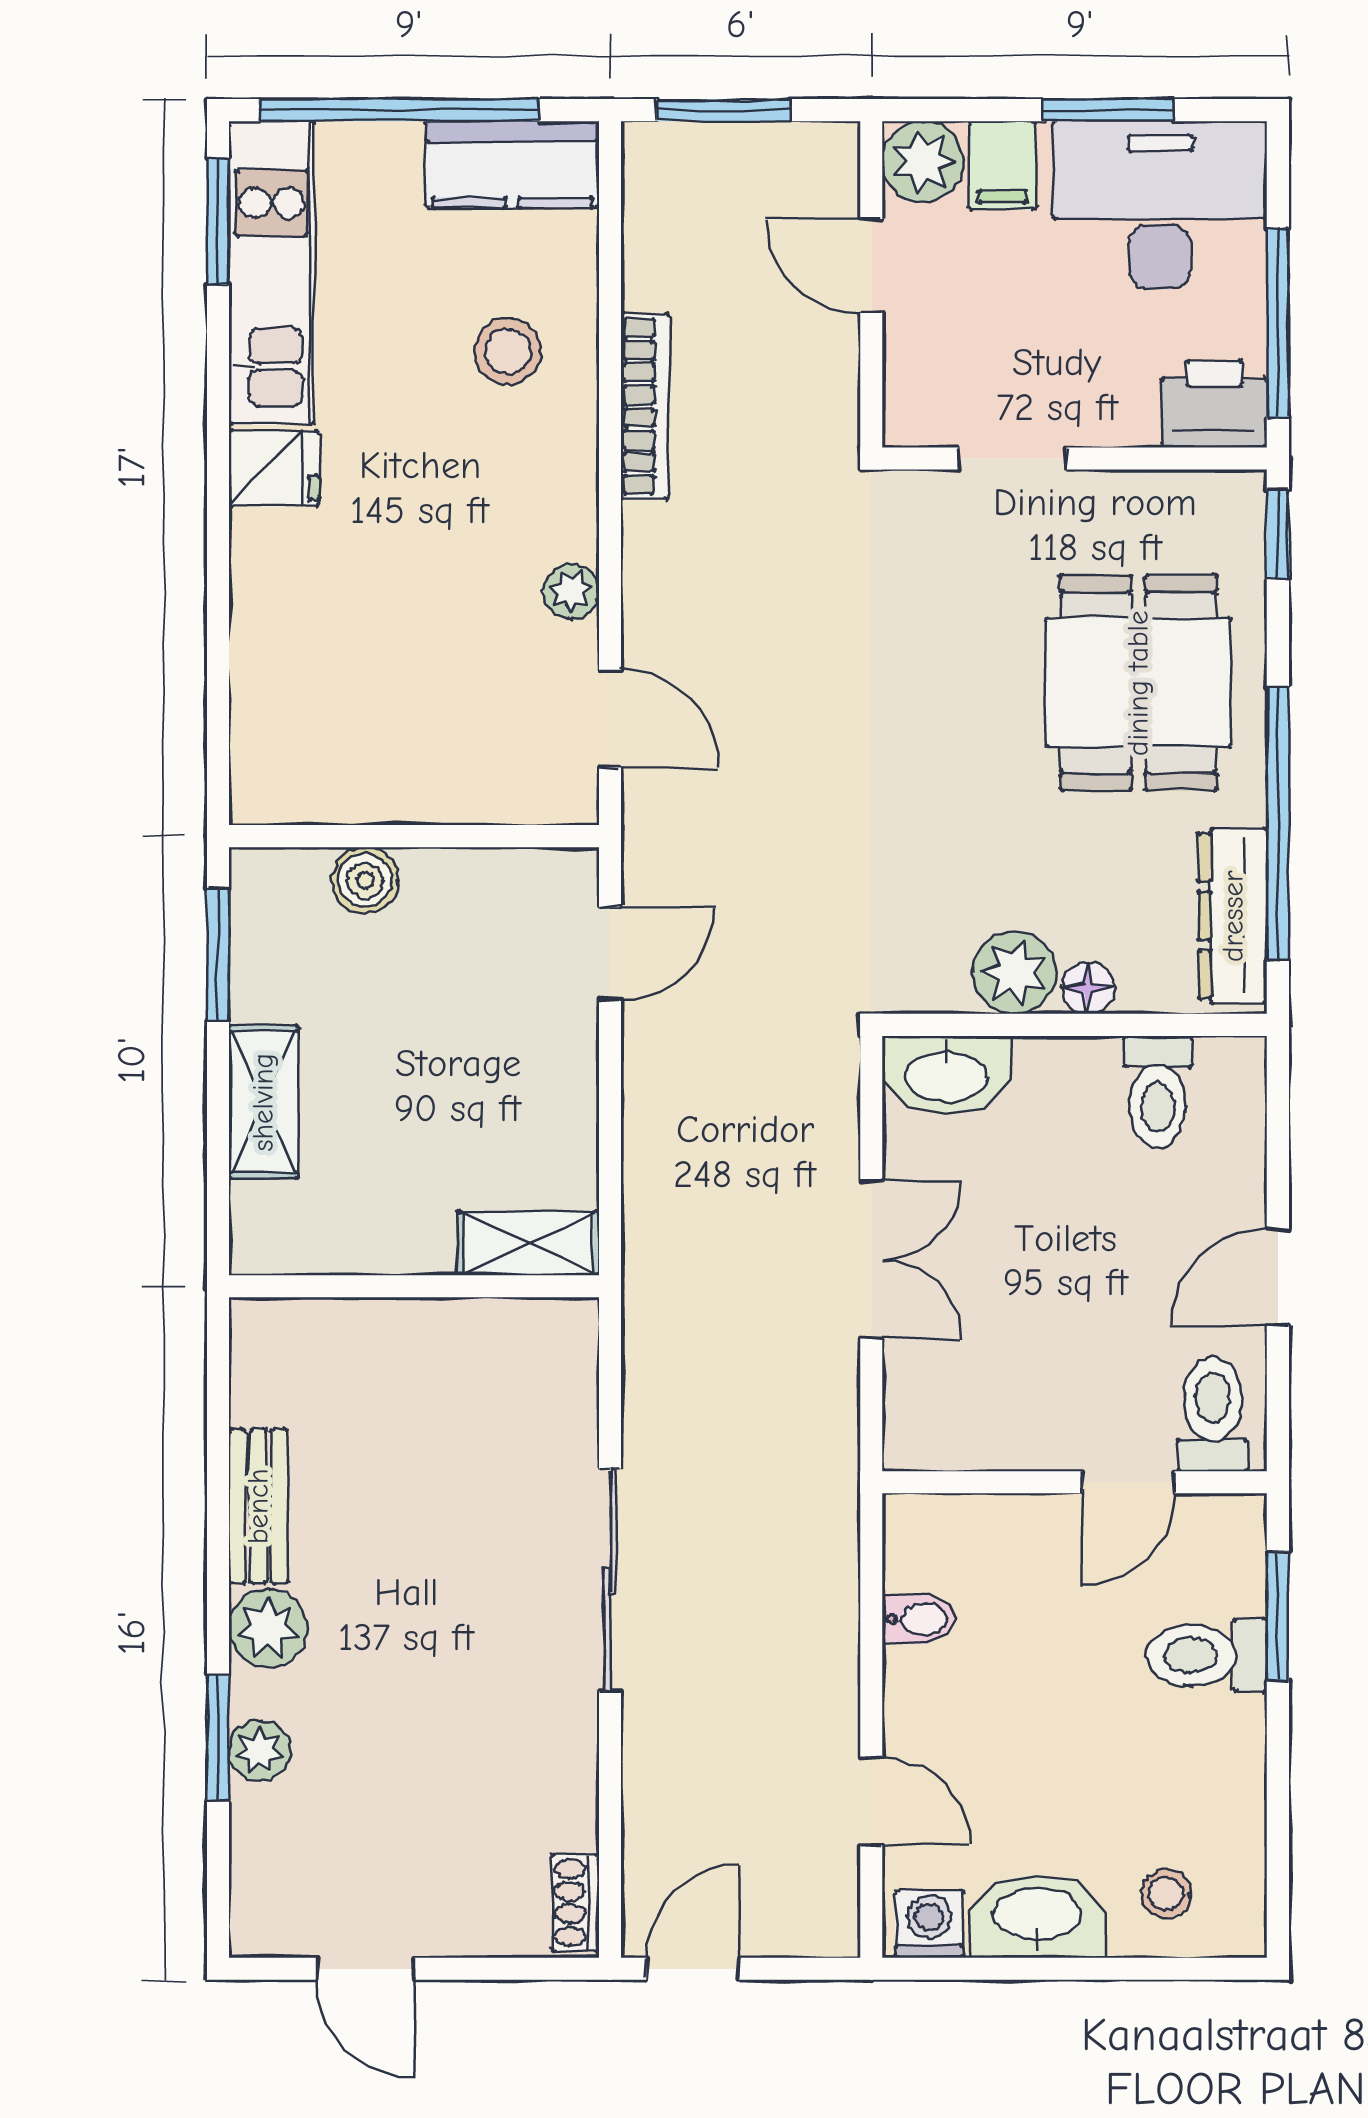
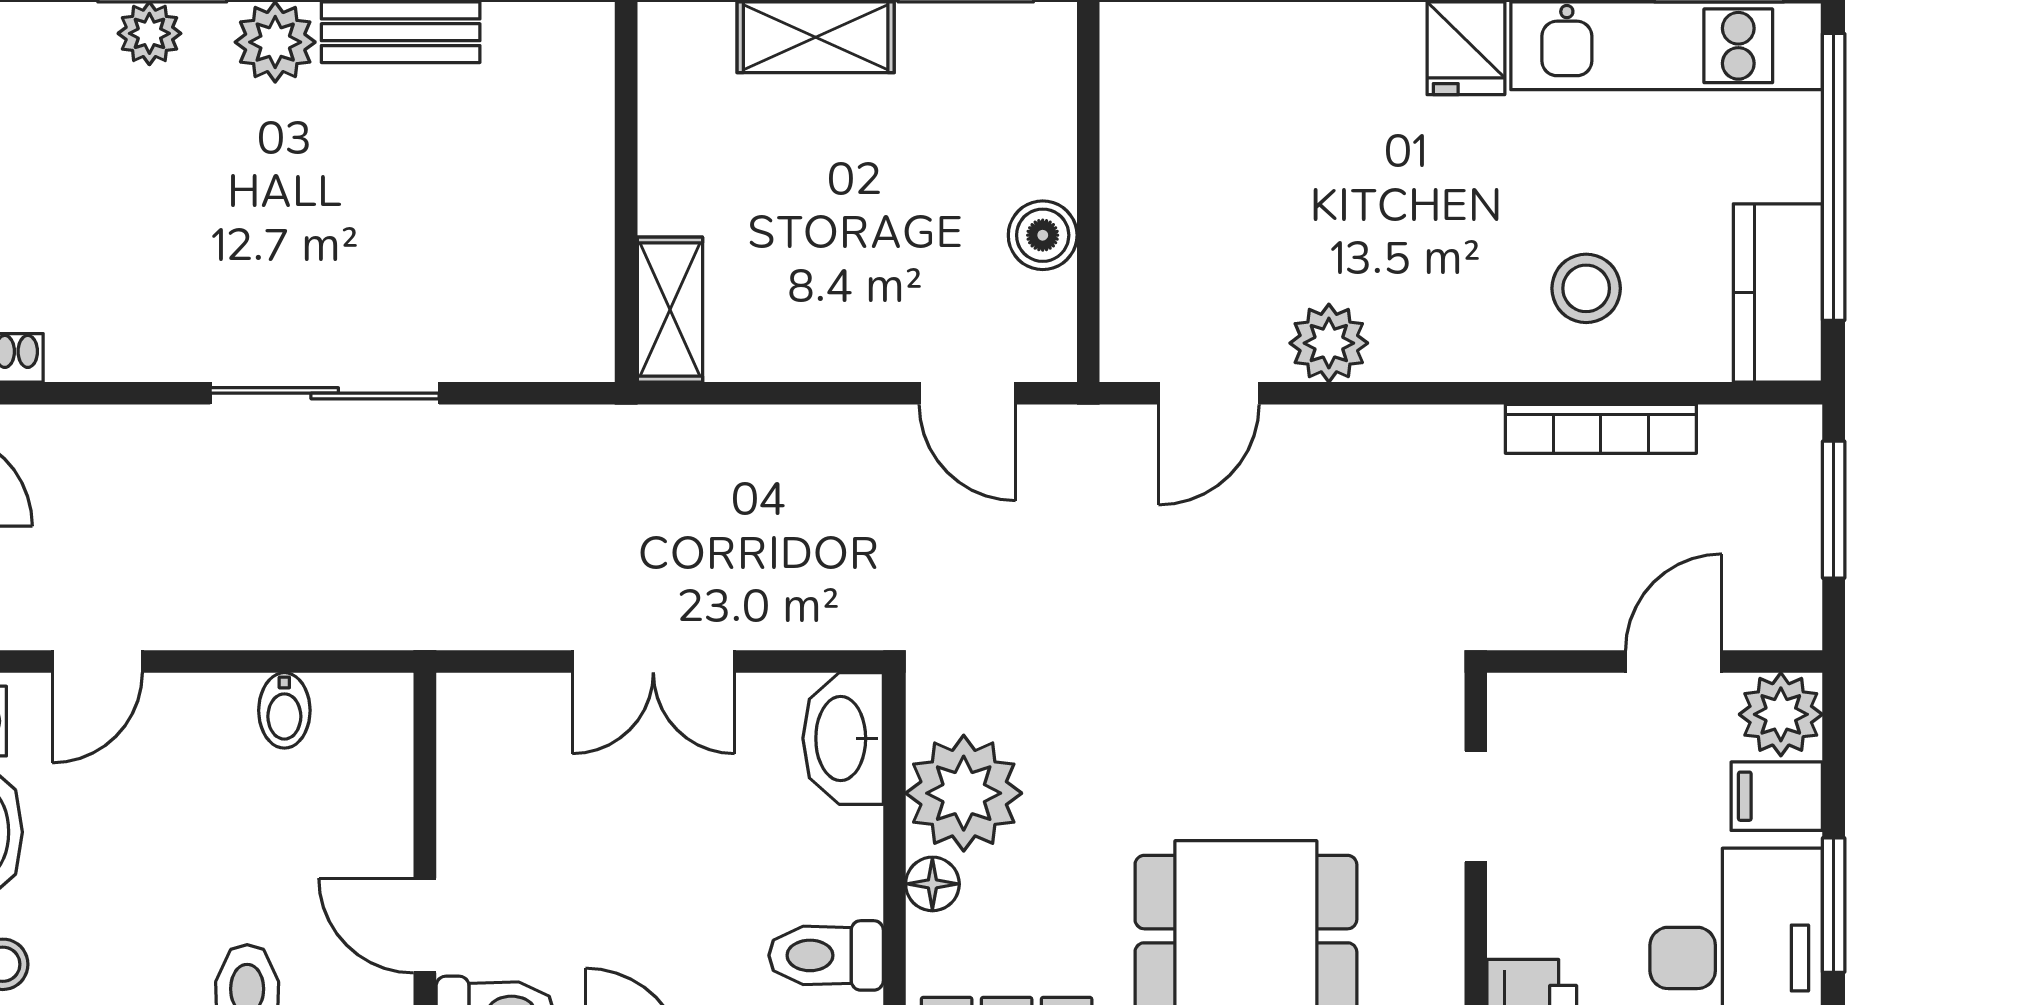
bookcase: (645, 406) -> (1601, 429), moved
plant: (571, 591) -> (1329, 343), width x1.38, depth x1.38
boiler: (365, 880) -> (1043, 235), moved
plant: (1015, 973) -> (964, 793), width x1.36, depth x1.36

